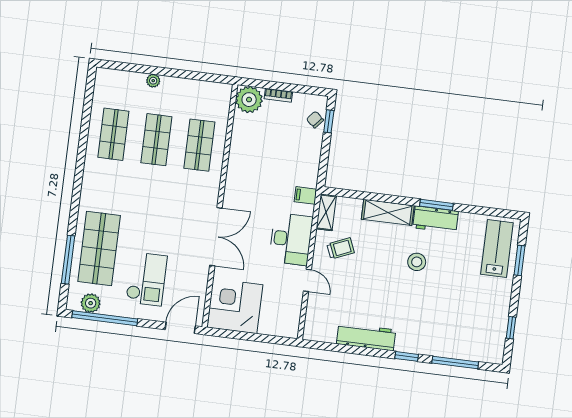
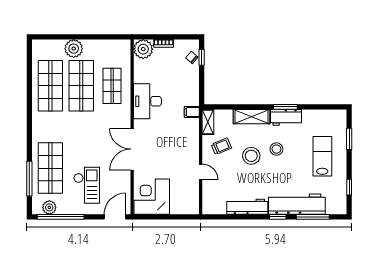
plant: (153, 81) -> (74, 49), width x1.88, depth x1.88
shop shelf: (113, 134) -> (50, 86), width x1.43, depth x1.36
shop shelf: (156, 140) -> (81, 86), width x1.43, depth x1.36
double door: (216, 237) -> (132, 149), swing flipped
desk: (291, 239) -> (147, 101), moved, turned 180
lab bench: (497, 249) -> (322, 156), moved
stool: (380, 267) -> (251, 156), added
workbench: (435, 342) -> (297, 204), added

